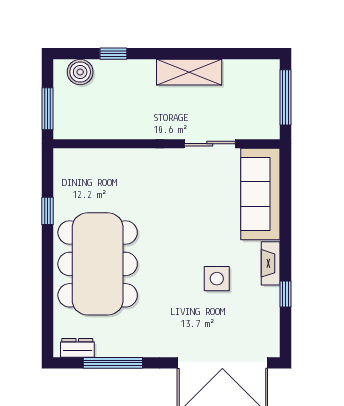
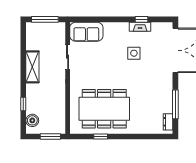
sofa: (260, 194) -> (86, 32), width x0.73
fireplace: (271, 263) -> (140, 27), moved
dining table: (98, 264) -> (104, 109), moved

